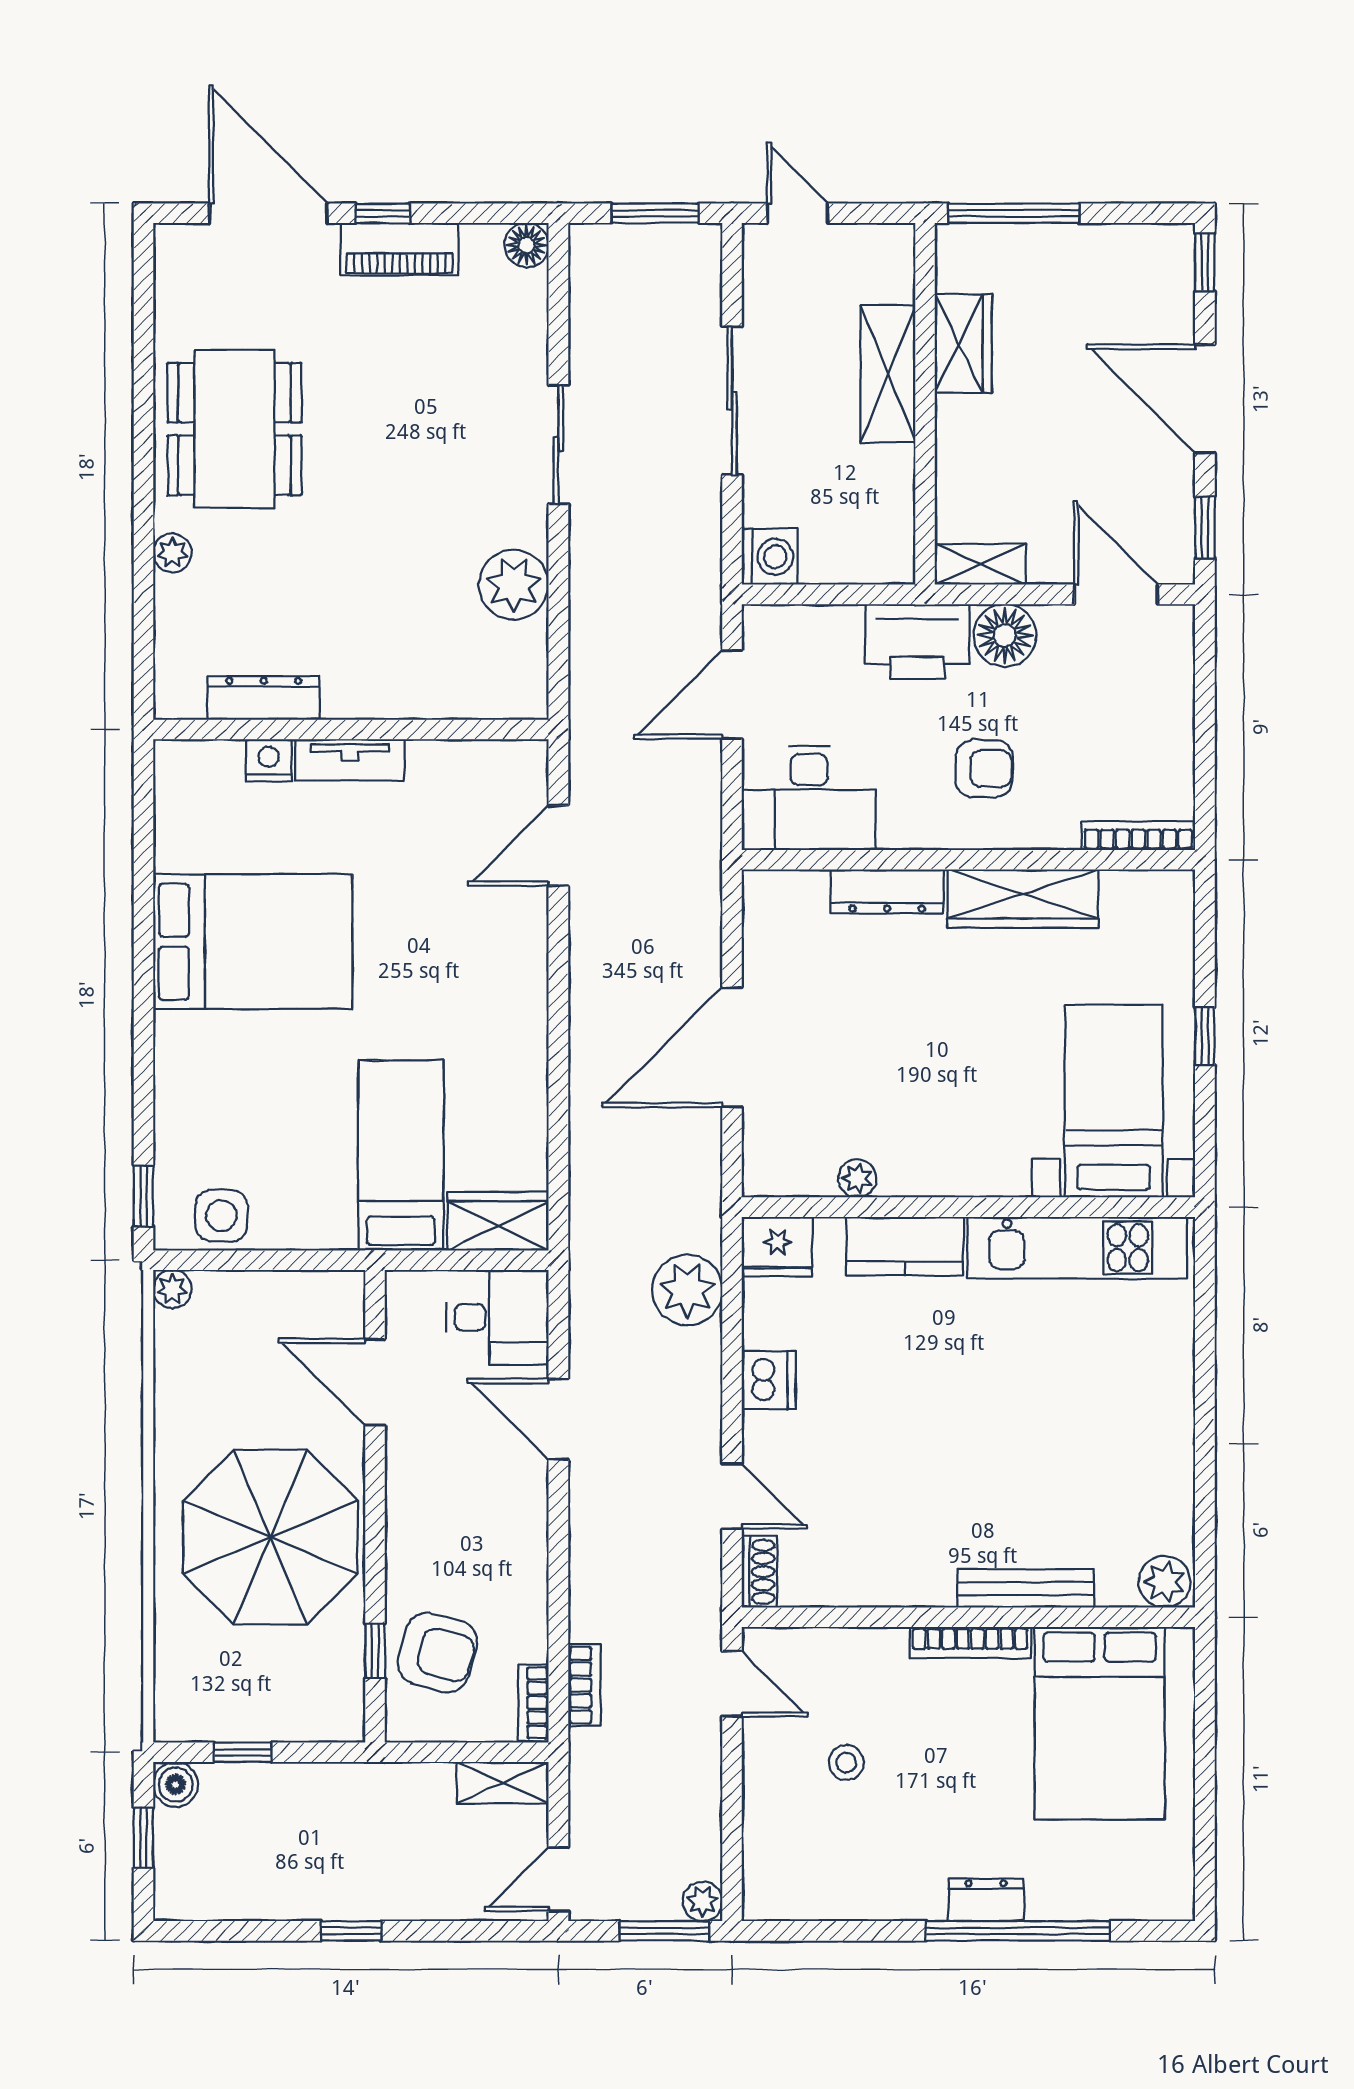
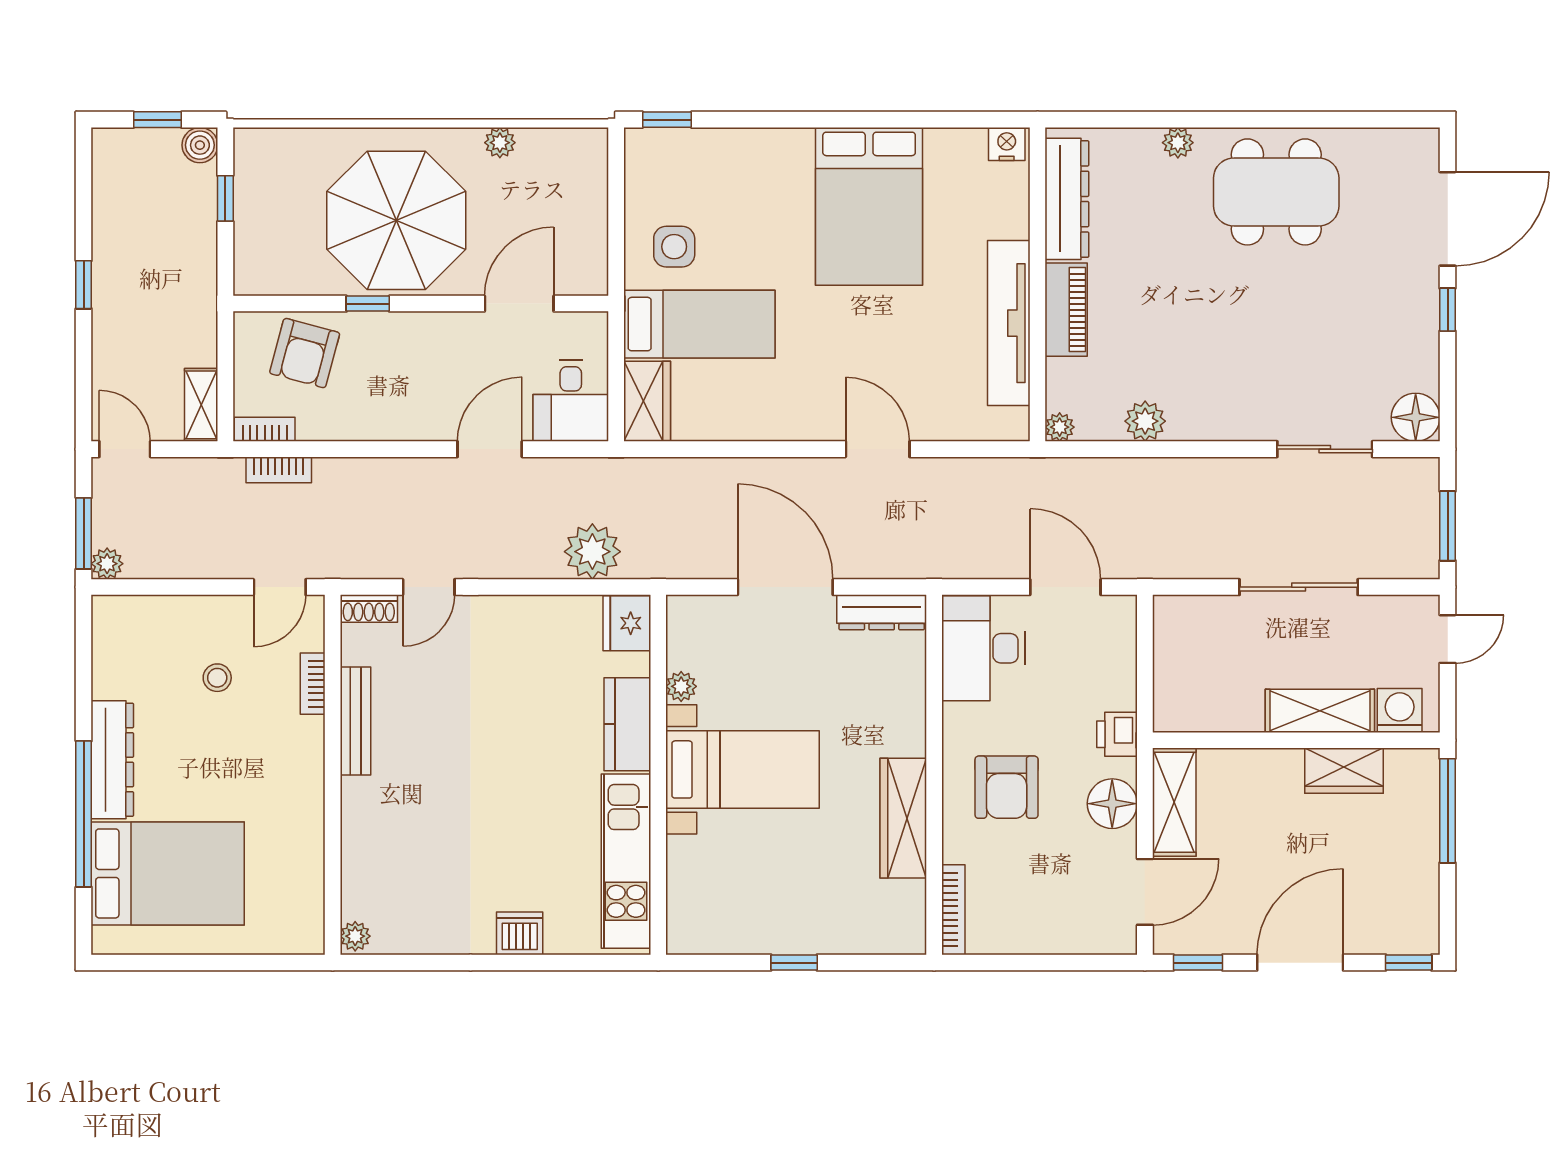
floor lamp: (527, 245) -> (1416, 417), width x1.38, depth x1.38
piano: (400, 249) -> (1066, 310), moved, turned 180
sliding door: (558, 444) -> (1325, 449), moved
washing machine: (770, 557) -> (1400, 710), moved, turned 180
shelving: (980, 564) -> (1174, 802), width x1.50, depth x1.33
plant: (514, 585) -> (1145, 421), width x0.73, depth x0.73
printer: (917, 642) -> (1117, 734), width x0.53, depth x0.68
dresser: (264, 698) -> (1067, 199), width x1.37, depth x1.24
plant: (531, 702) -> (1060, 427), added
nightstand: (269, 760) -> (1007, 144), moved, turned -90
tv unit: (350, 760) -> (1009, 323), width x1.92, depth x1.29
armchair: (984, 769) -> (1007, 787), width x1.38, depth x1.38
door: (558, 845) -> (878, 449), moved
dresser: (887, 891) -> (882, 612), moved, turned -90
bed with nightstands: (1114, 1101) -> (743, 769), moved
side table: (222, 1216) -> (674, 247), moved
plant: (172, 1289) -> (500, 143), moved
dishwasher: (769, 1380) -> (520, 933), moved, turned 180
plant: (1165, 1582) -> (355, 936), width x0.73, depth x0.73
bench: (1026, 1588) -> (355, 721), moved
bookcase: (970, 1642) -> (313, 684), moved, width x0.64
window: (375, 1651) -> (368, 304), moved
bed: (1100, 1723) -> (168, 873), moved, turned 180
dresser: (986, 1900) -> (112, 760), width x1.96, depth x1.24

